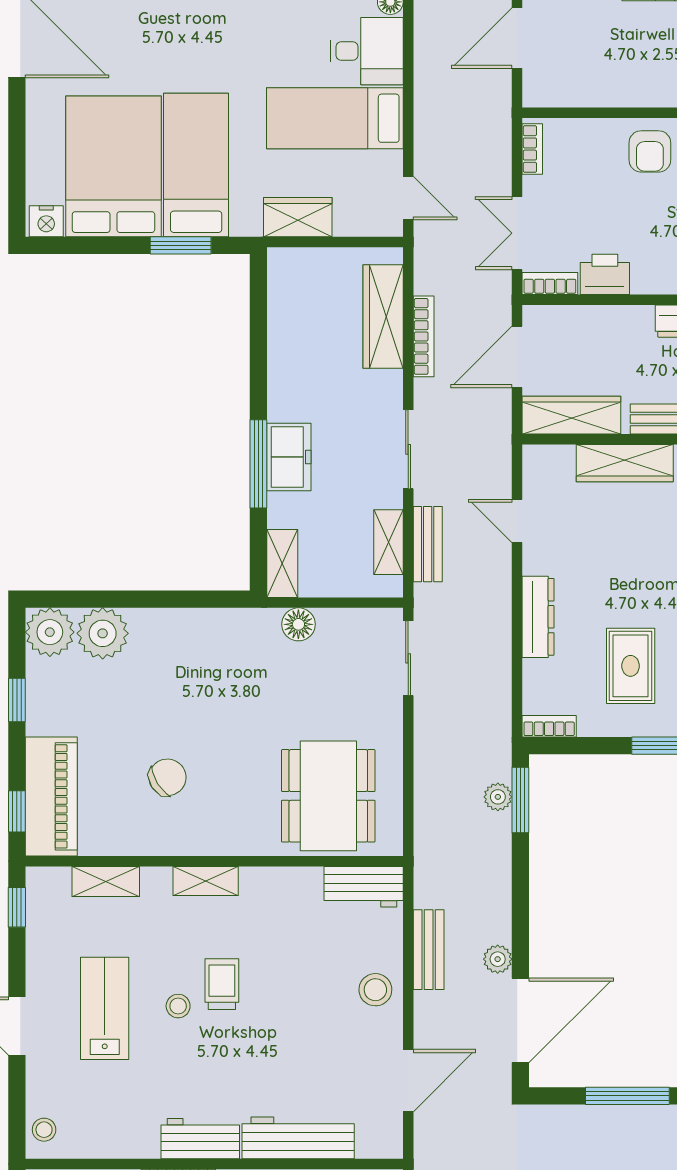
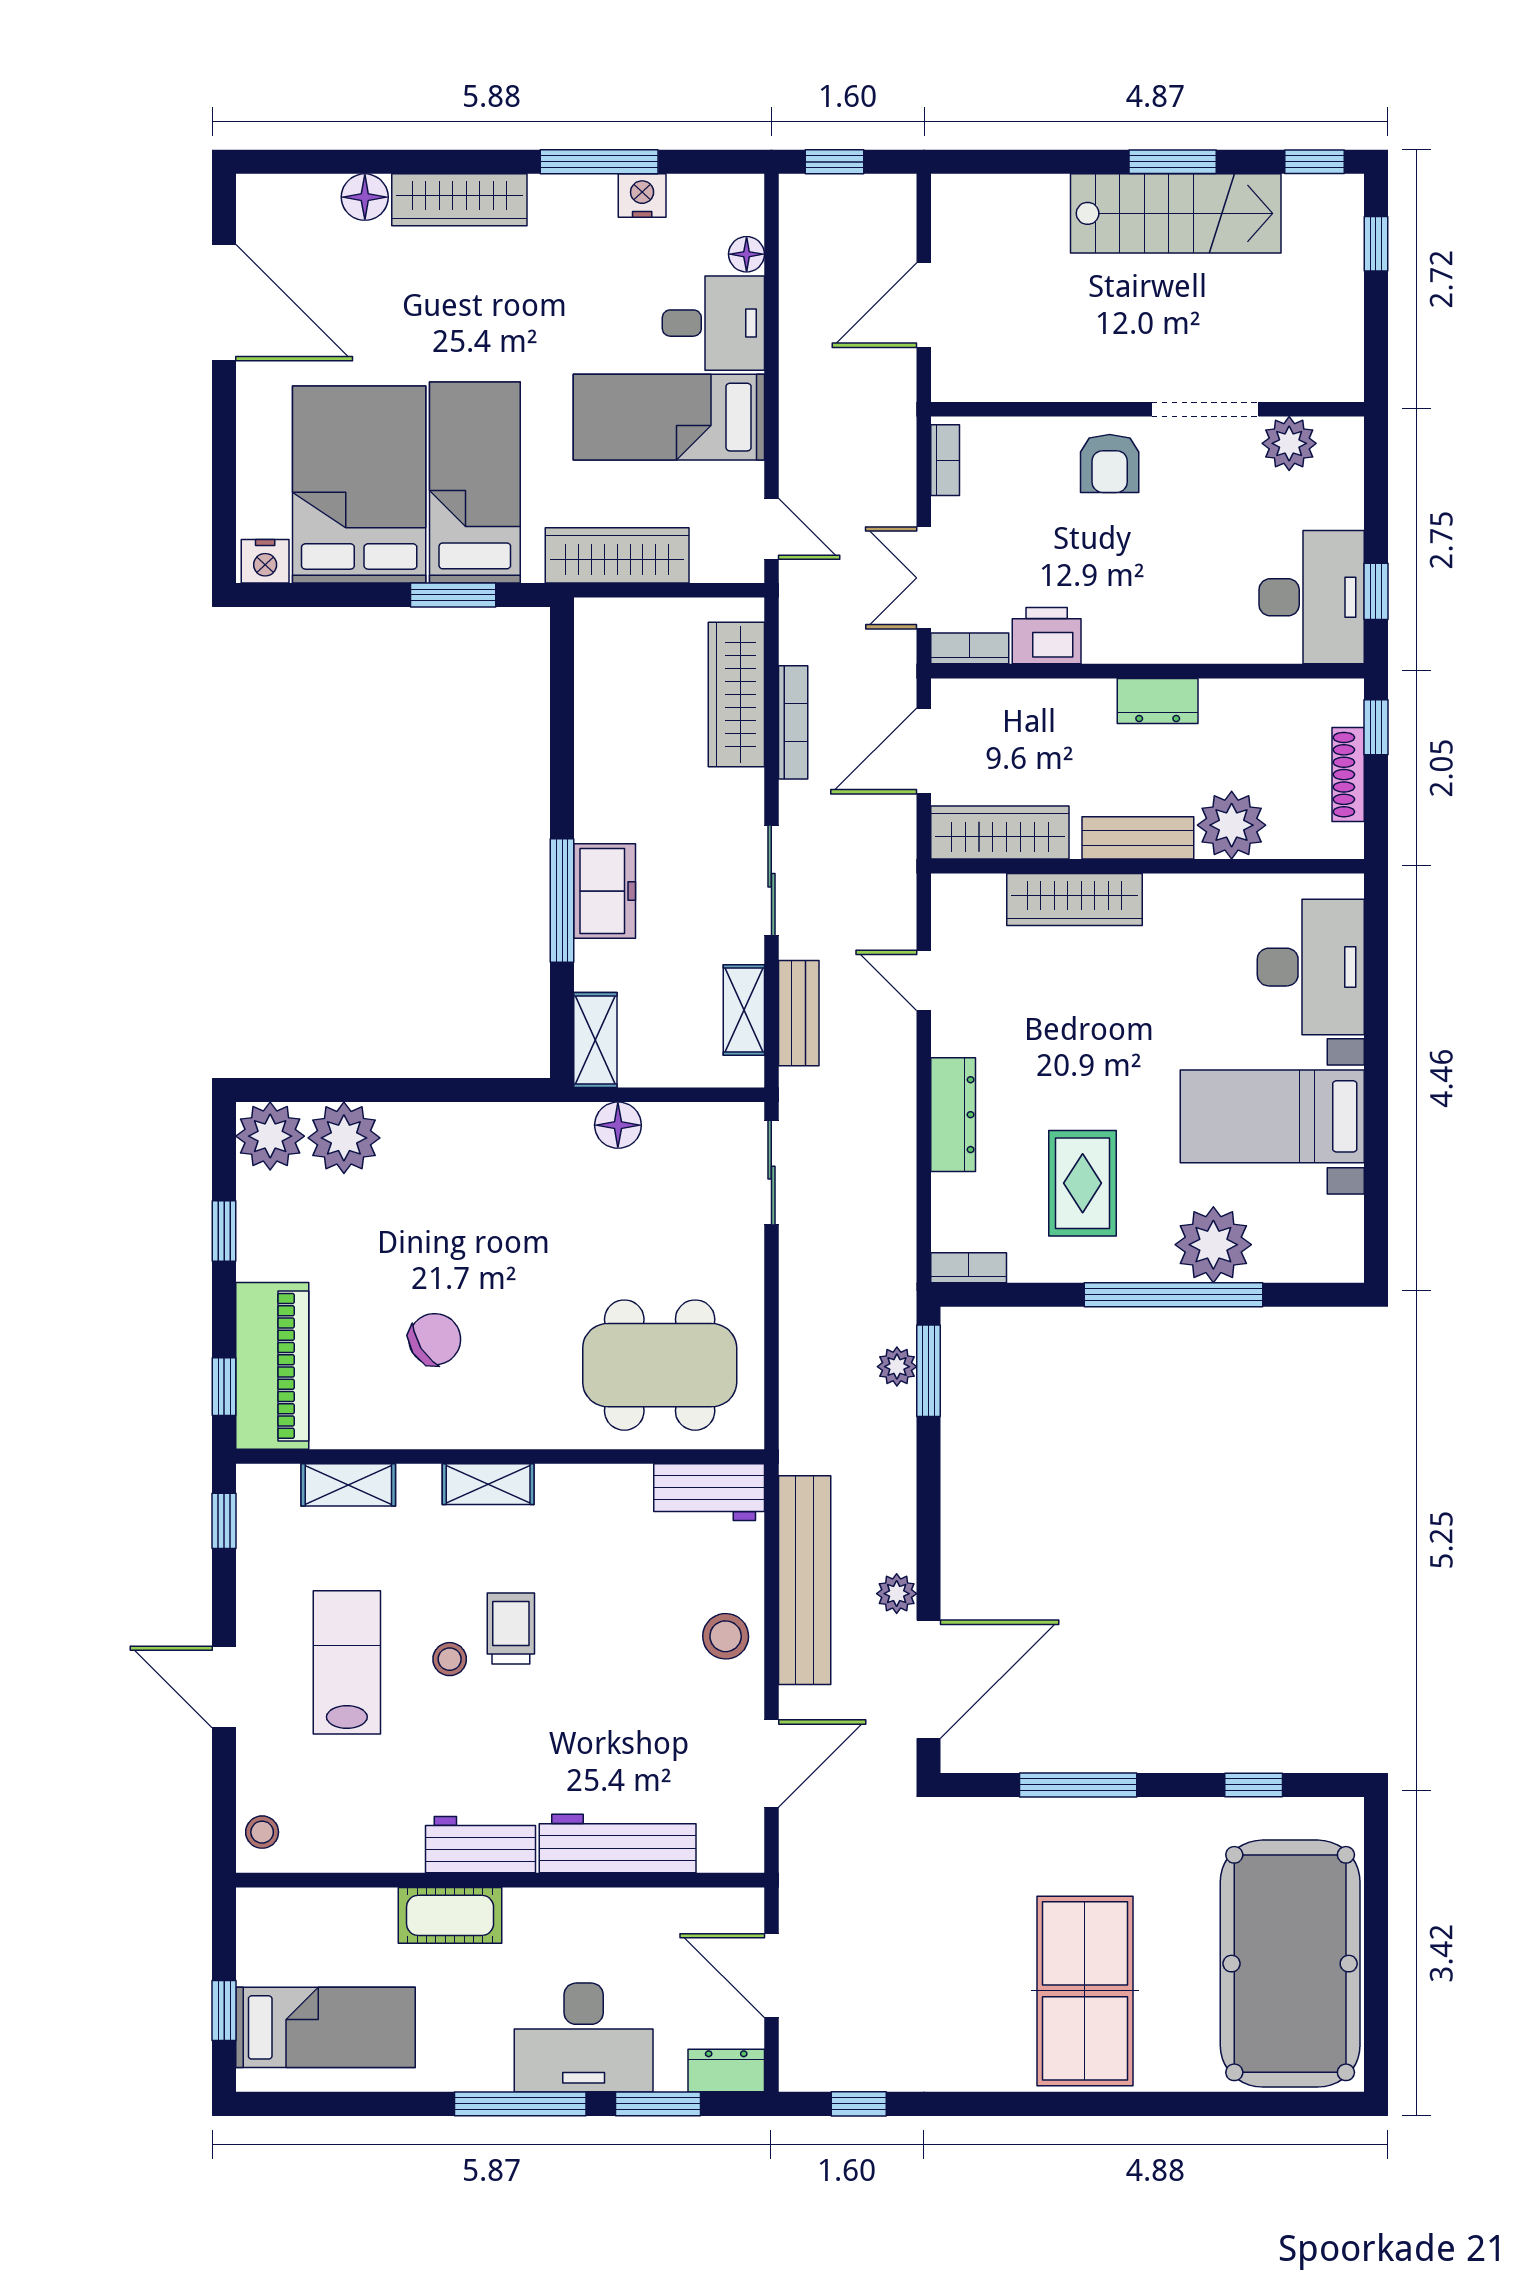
wardrobe: (298, 217) -> (617, 555), width x1.50
dining table: (328, 796) -> (660, 1365), turned 90
bench: (429, 950) -> (805, 1580), width x1.86, depth x1.21

